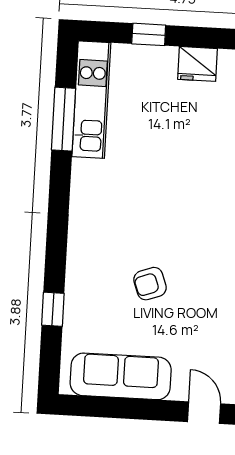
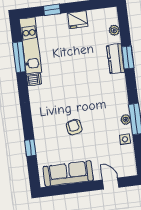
dishwasher: (86, 171) -> (34, 80), added
armchair: (150, 284) -> (74, 127), turned 100

